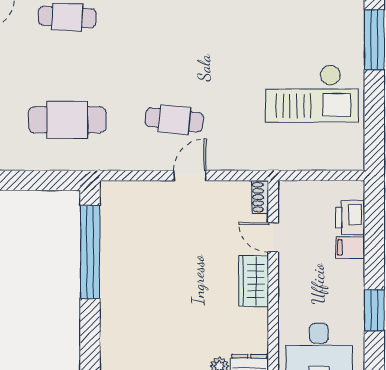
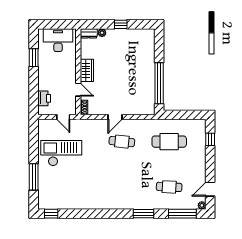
door: (307, 176) -> (63, 117), added
filing cabinet: (350, 248) -> (44, 85), removed

